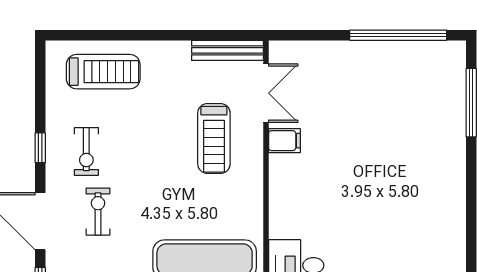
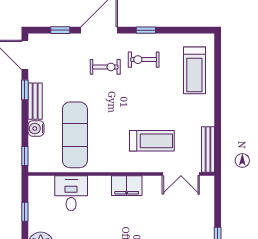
treadmill: (214, 139) -> (152, 141), turned 180
filing cabinet: (284, 141) -> (127, 186), moved, width x2.00

